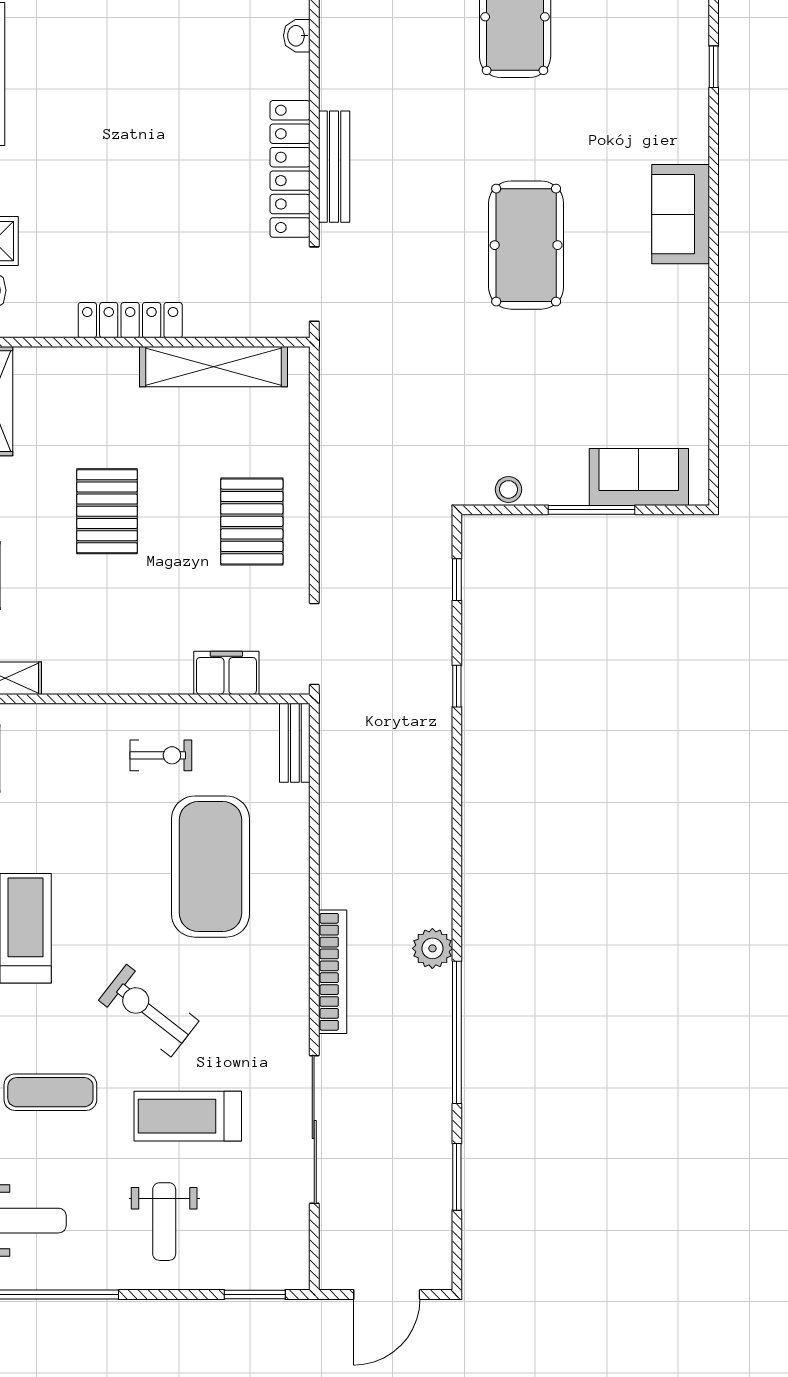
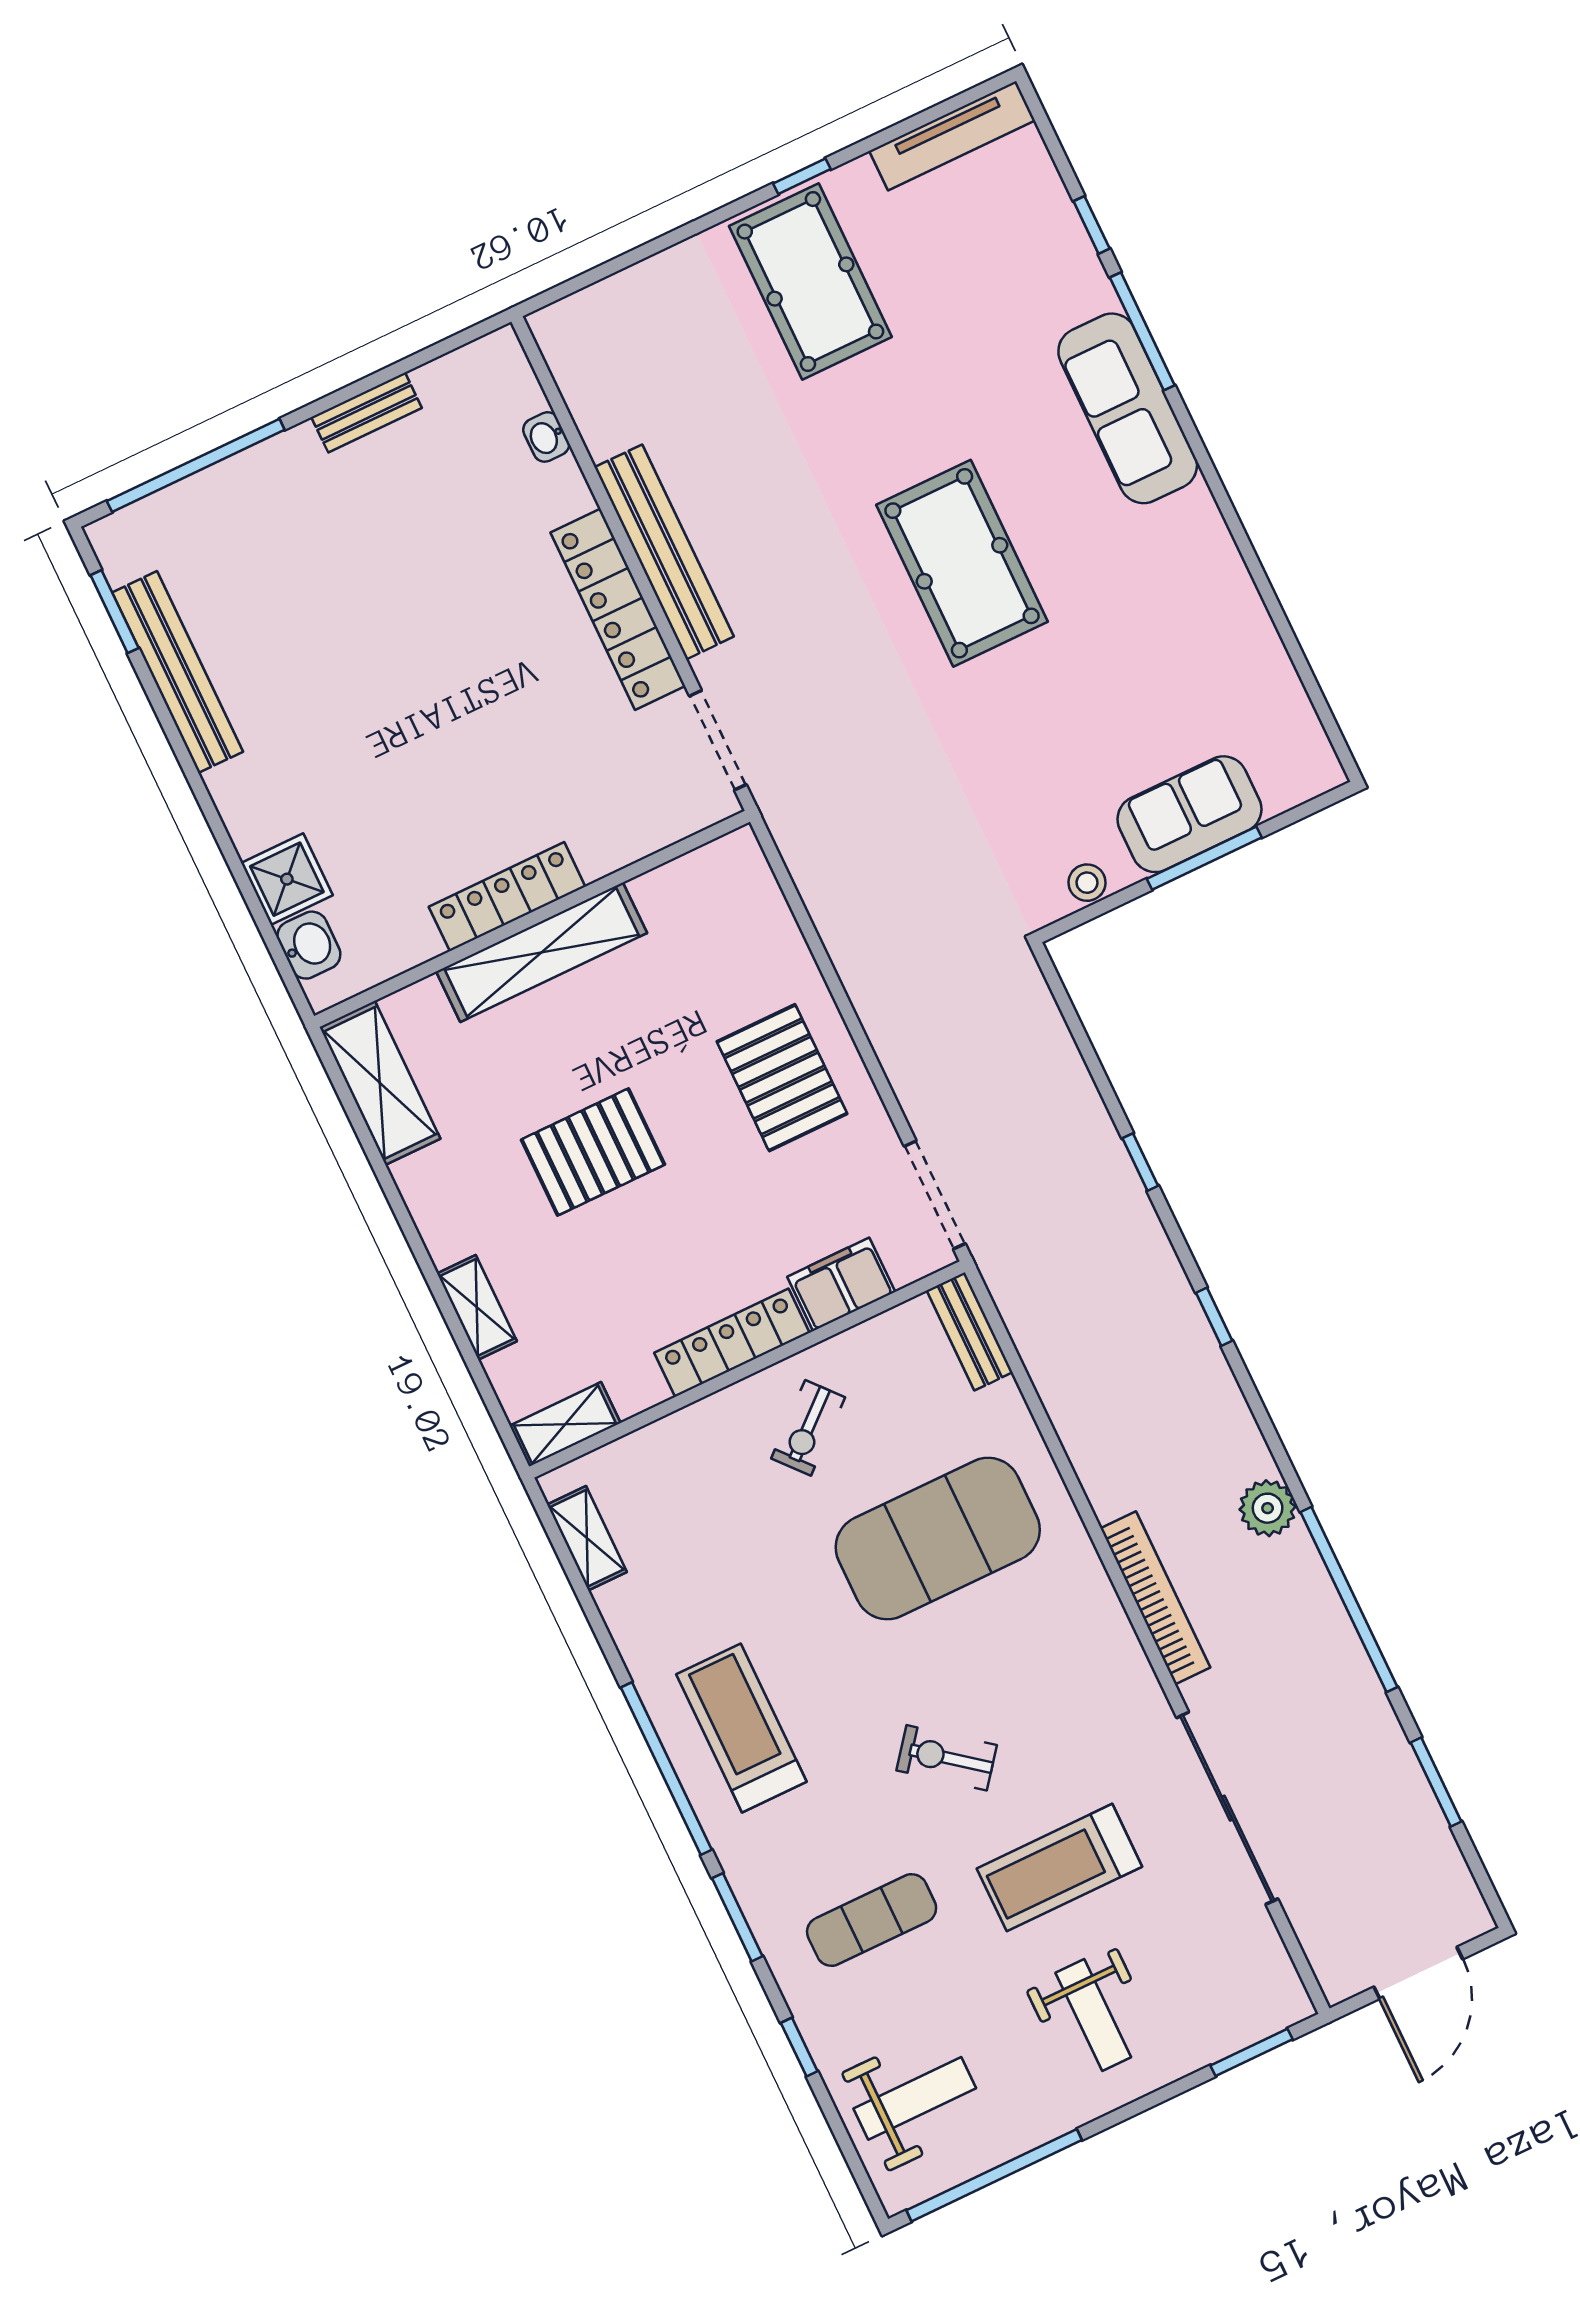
window: (714, 151) -> (1142, 331), added
bench: (334, 167) -> (664, 552), width x1.37, depth x1.21
sofa: (681, 214) -> (1128, 408), width x1.36
shelving: (213, 367) -> (542, 952), moved
sofa: (639, 477) -> (1189, 814), moved
pallet: (107, 511) -> (593, 1152), turned 90
window: (457, 580) -> (1214, 1317), moved
locker: (138, 677) -> (732, 1343), added
exercise bike: (161, 755) -> (808, 1428), turned 139
exercise mat: (210, 867) -> (938, 1539), turned 90
exercise bike: (149, 1011) -> (947, 1758), width x0.73, depth x0.72

